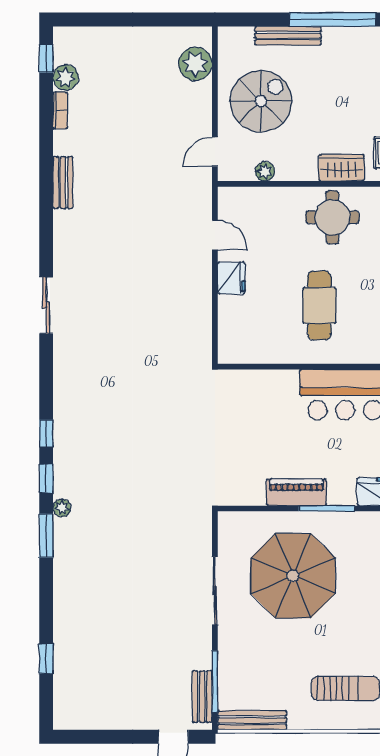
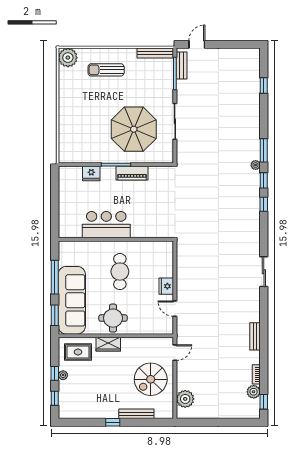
window: (333, 20) -> (113, 422), width x0.32
plant: (265, 171) -> (149, 342), removed

